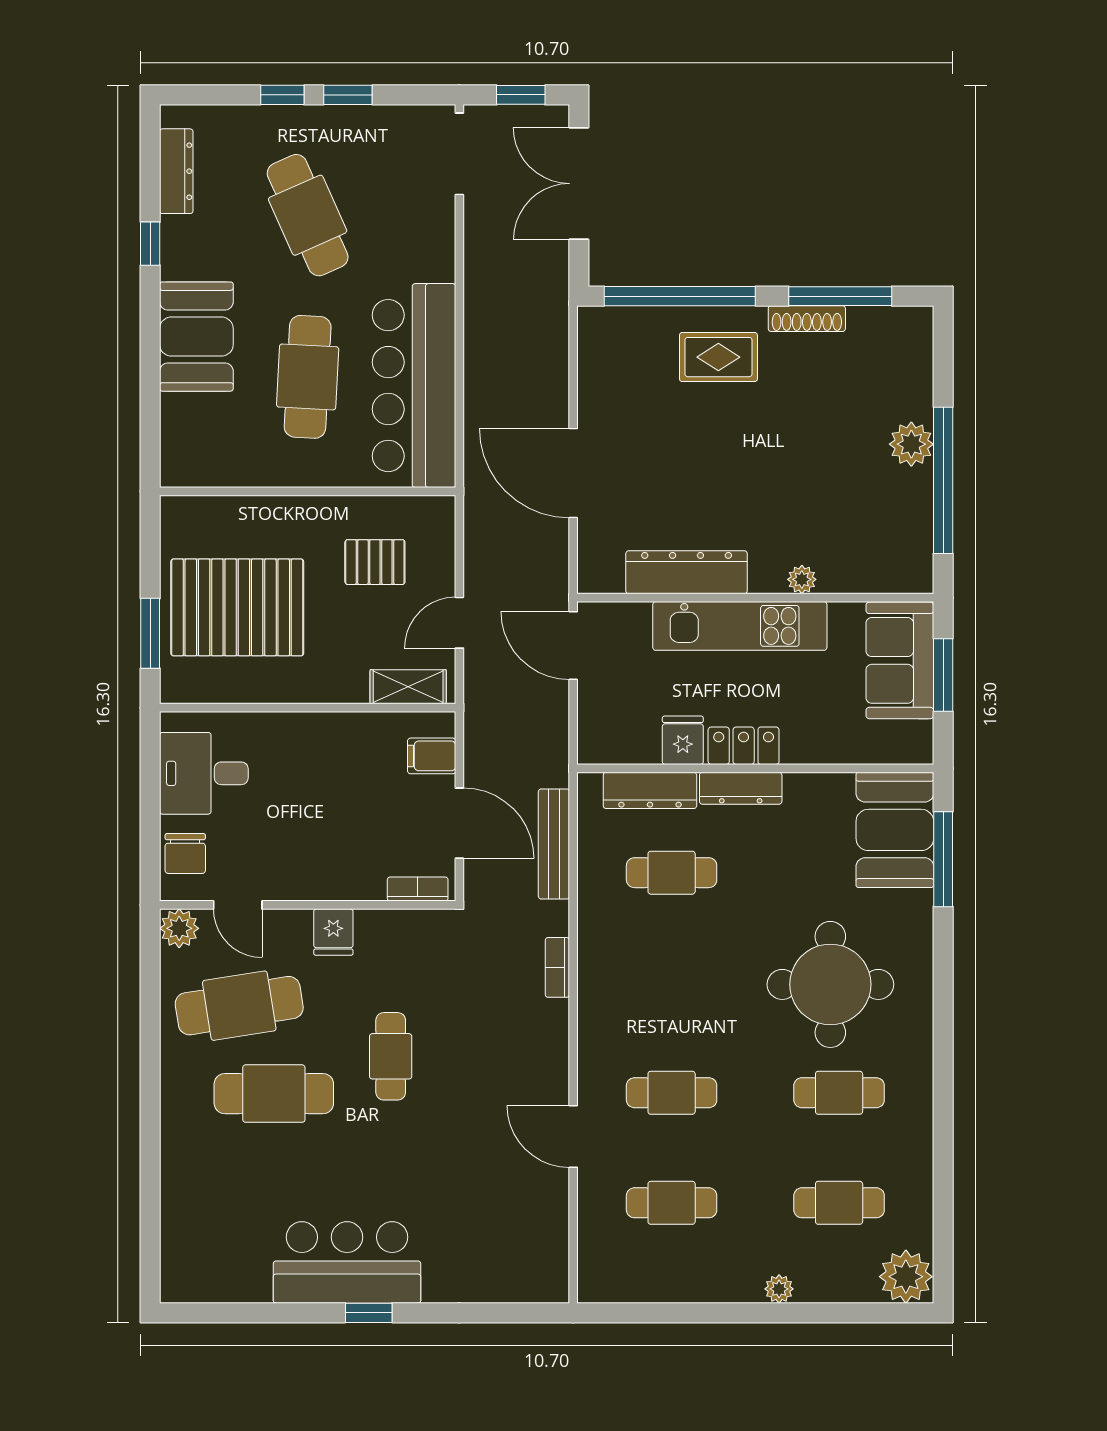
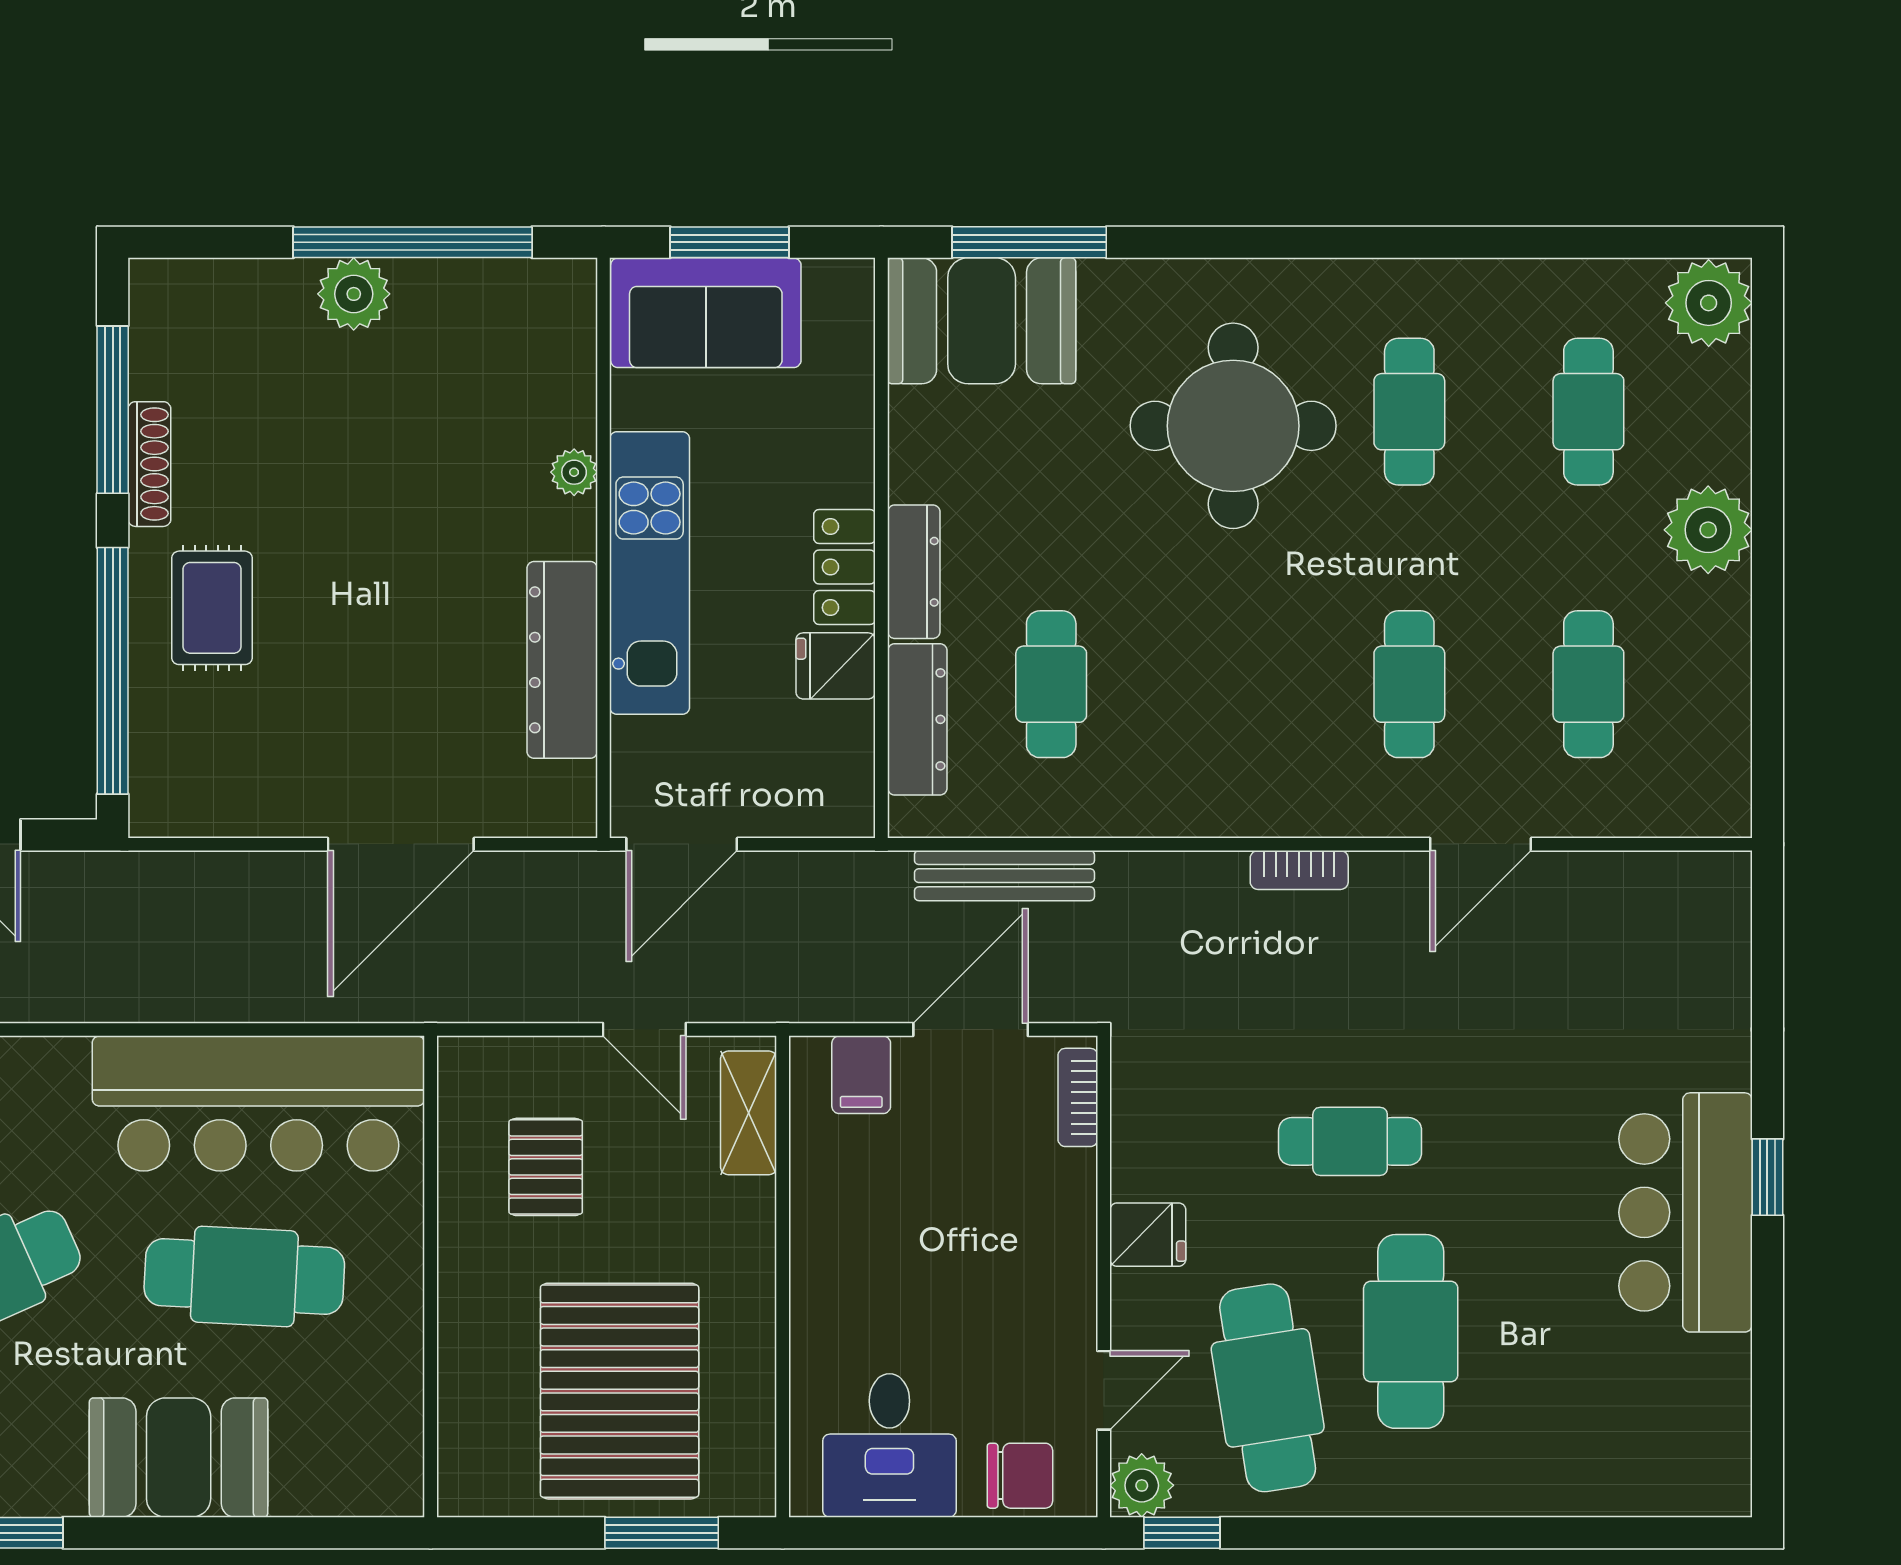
window: (150, 953) -> (1182, 1533), added
bookcase: (557, 967) -> (1299, 870), moved
plant: (779, 1289) -> (1708, 530), width x1.88, depth x1.88

